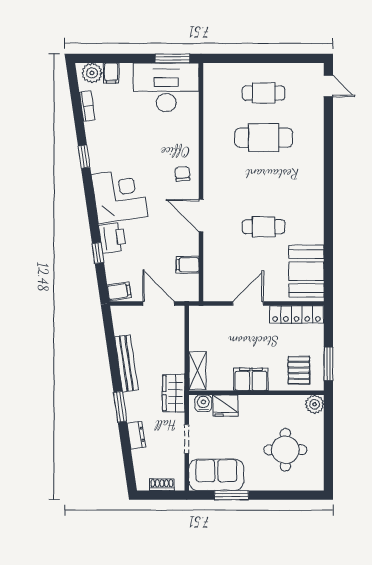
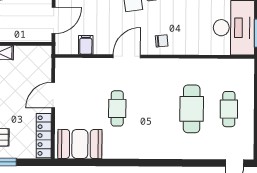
door: (248, 304) -> (53, 95), swing flipped

